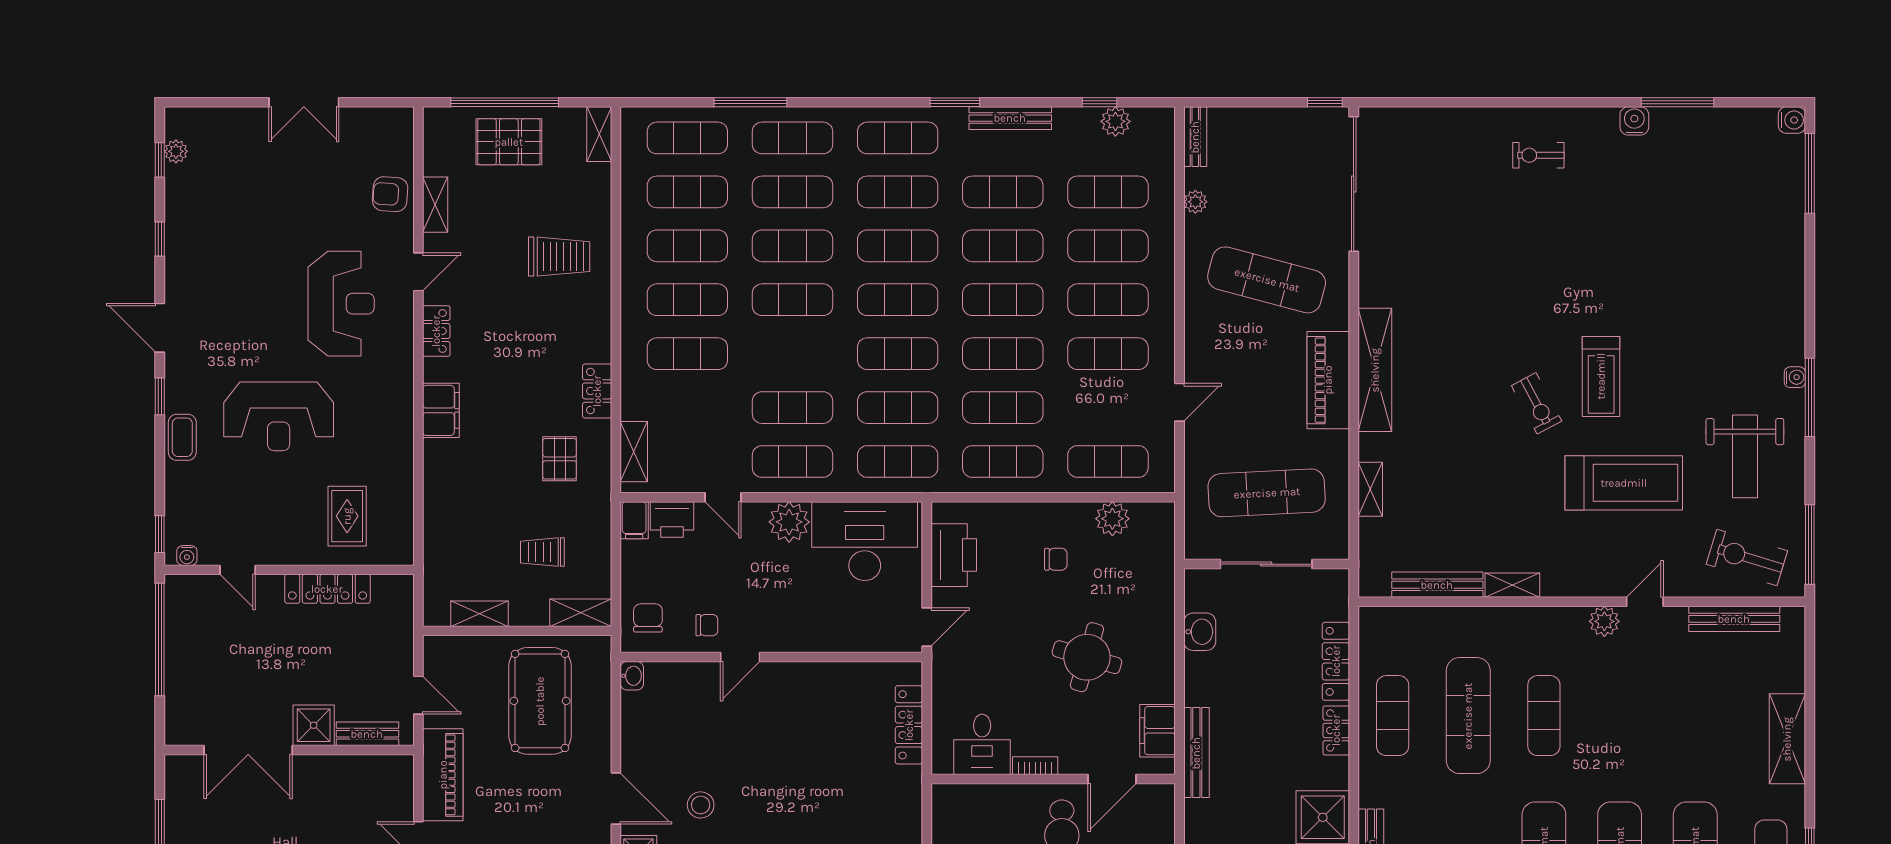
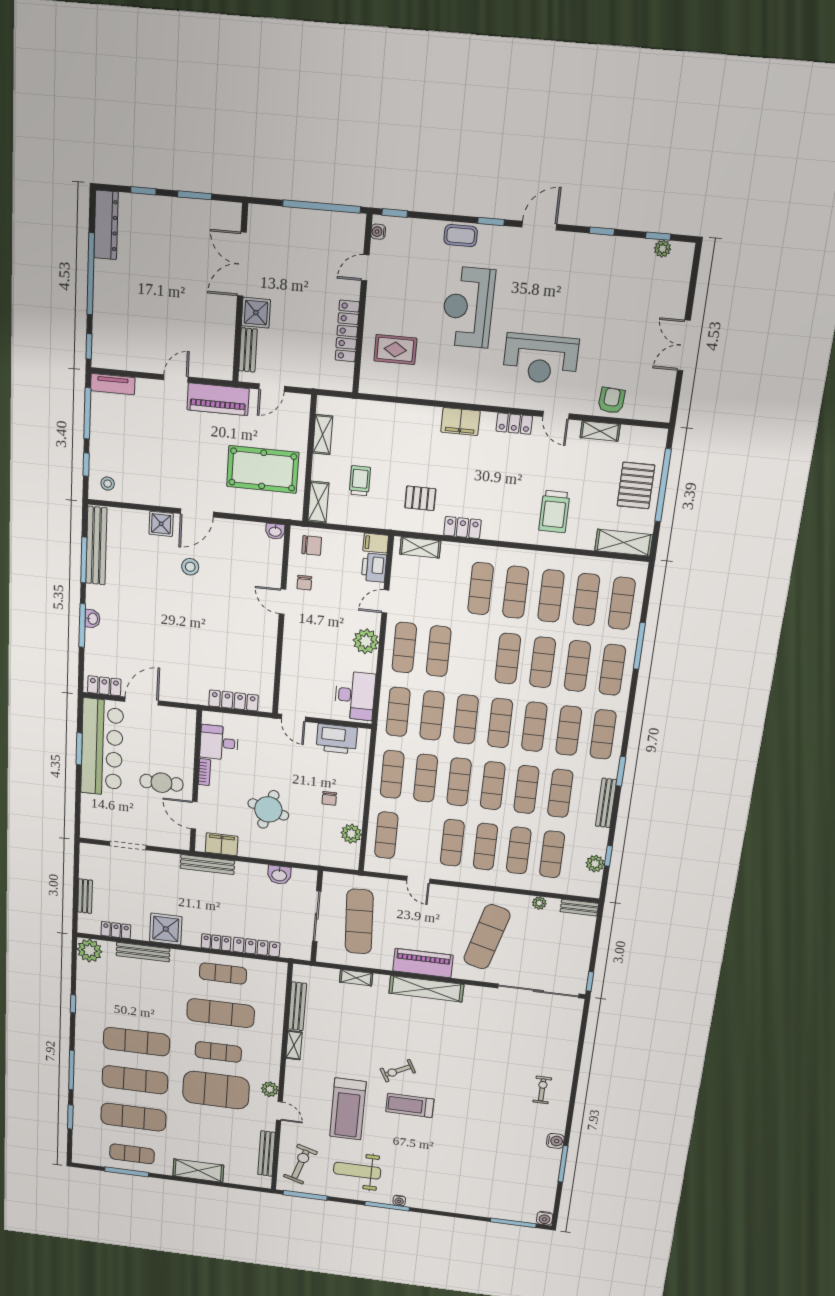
shelving: (599, 134) -> (624, 543), width x1.50, depth x1.33
desk: (865, 541) -> (355, 696), width x0.73, depth x0.77
exercise mat: (1620, 716) -> (216, 1090), added

